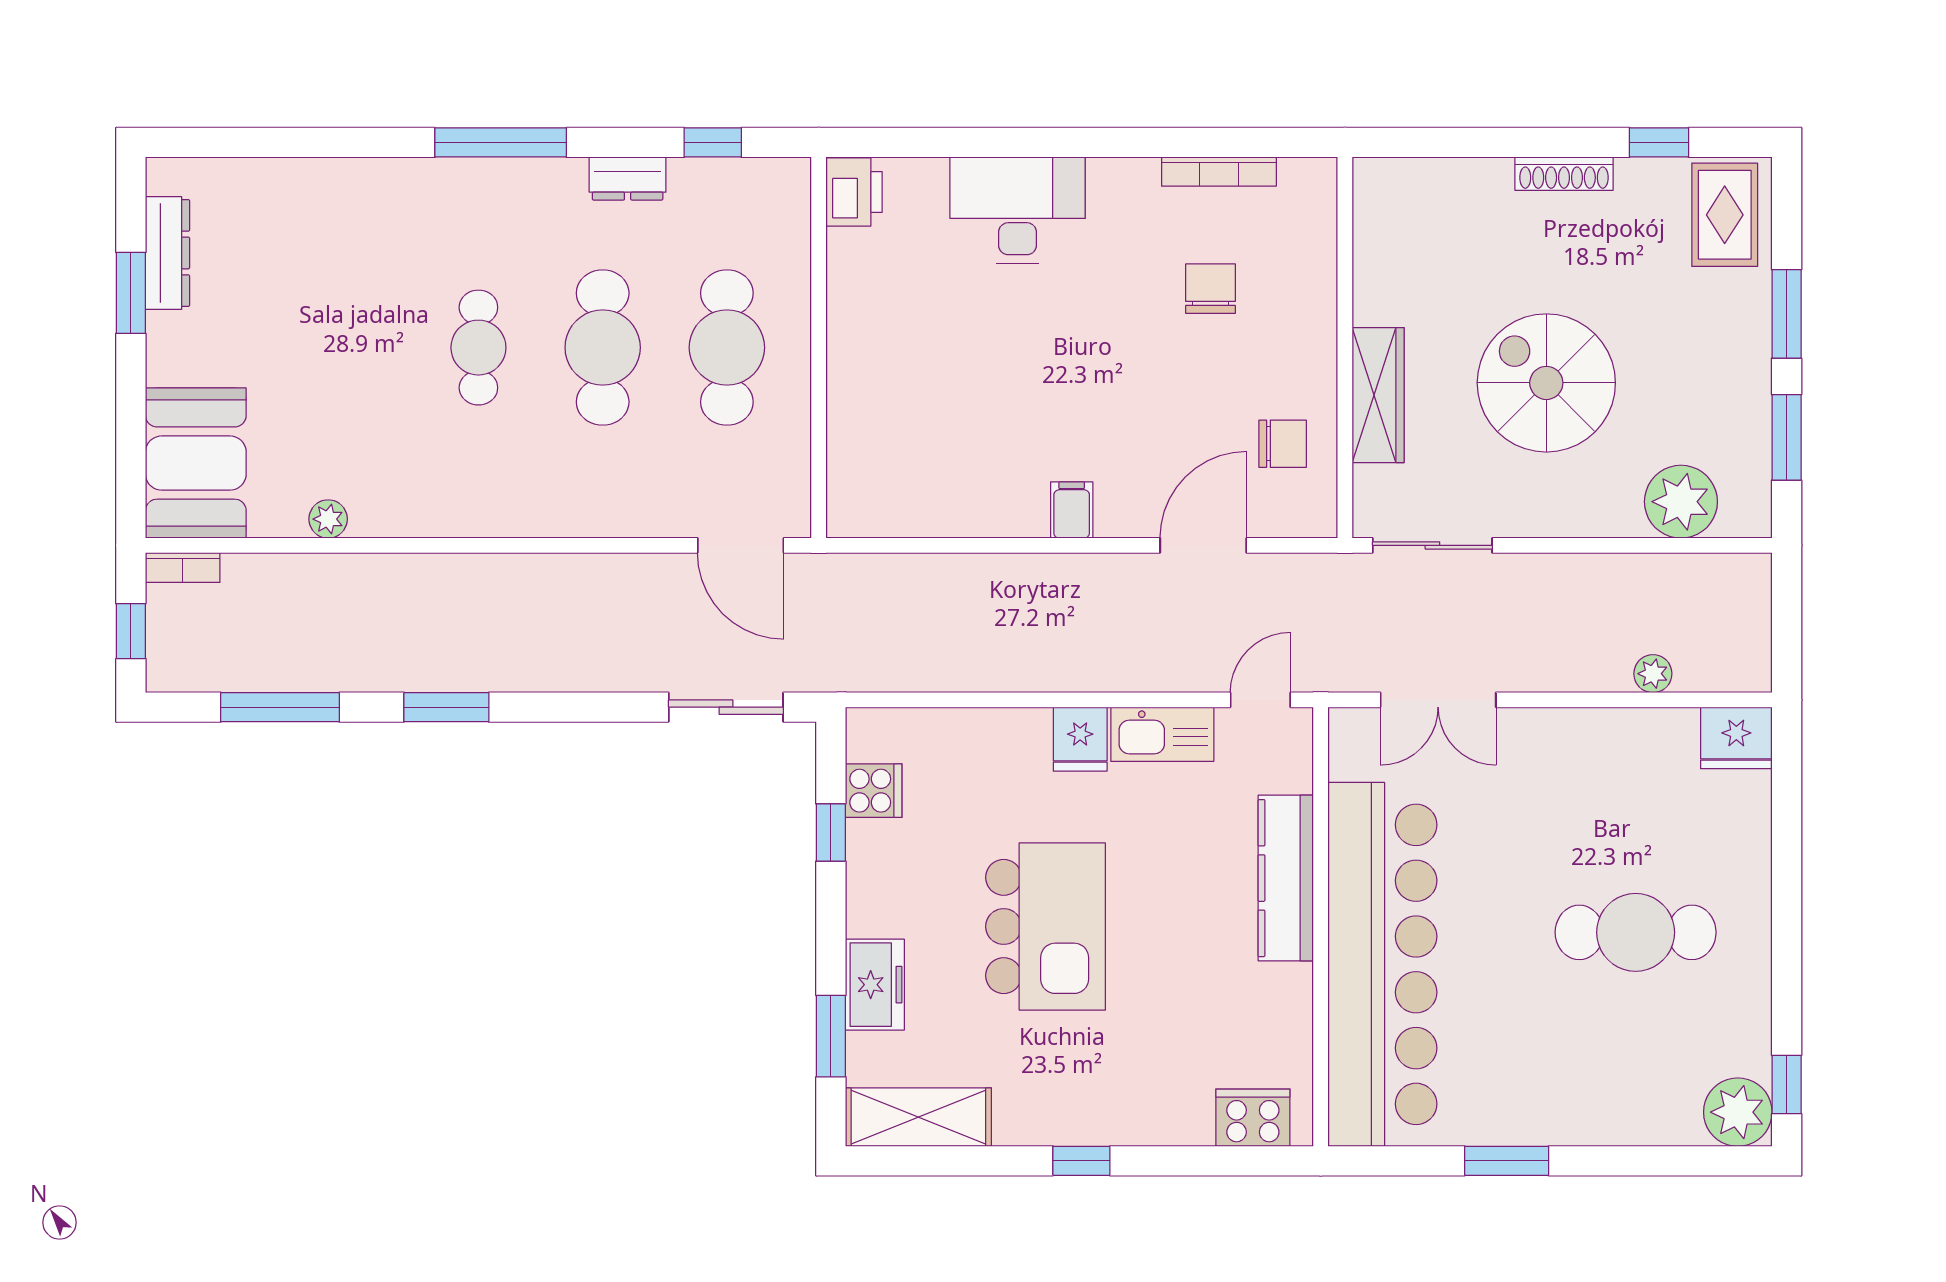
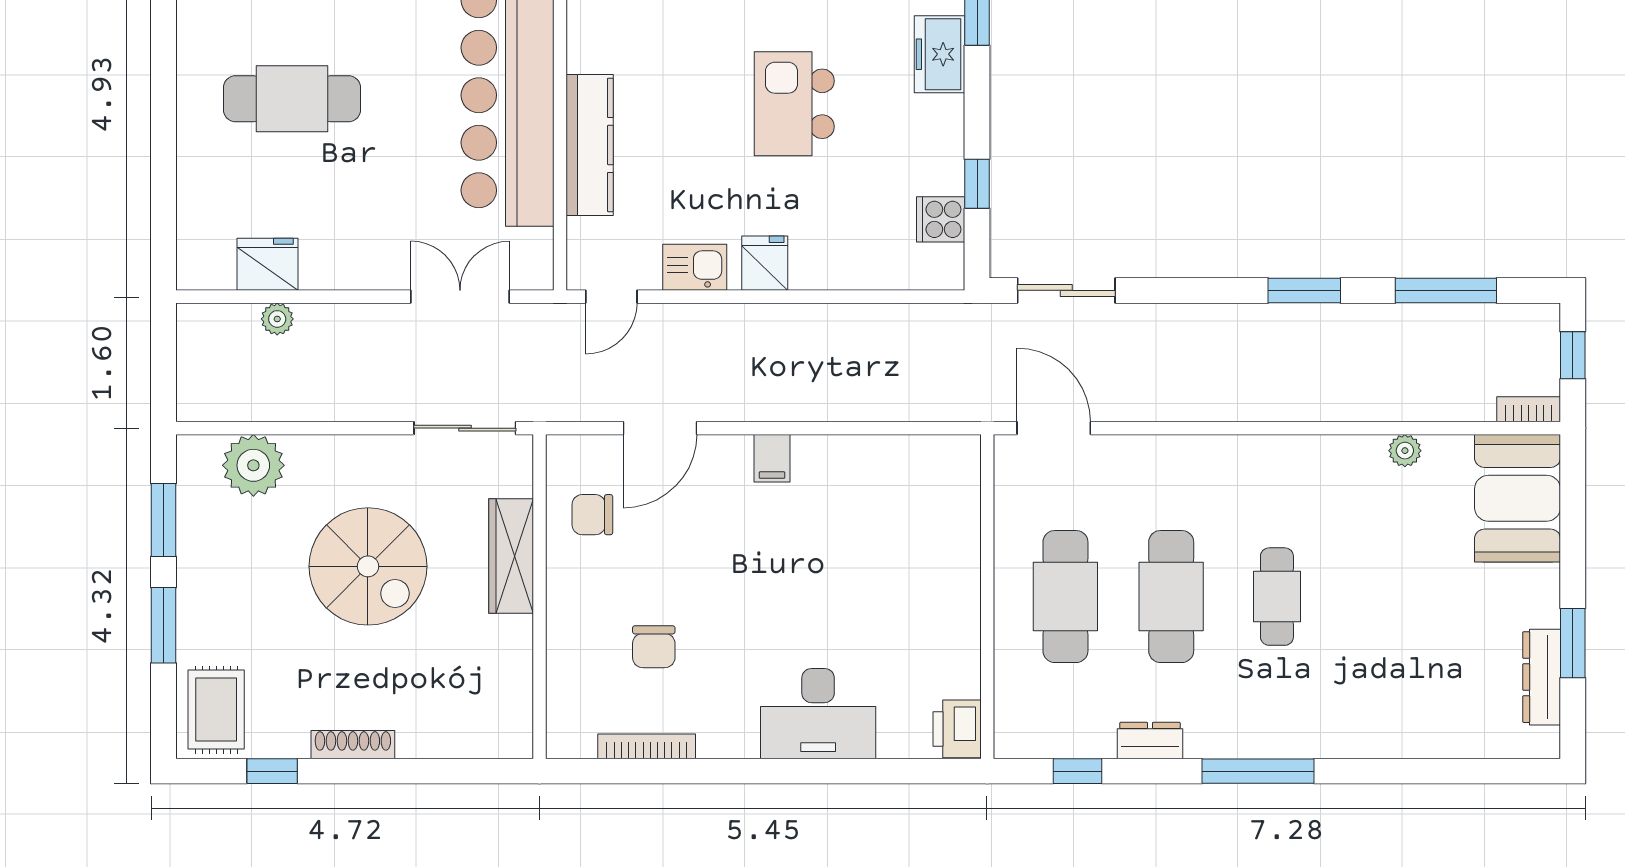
kitchen sink: (1162, 734) -> (695, 267), width x0.73
fridge: (1736, 738) -> (268, 264), moved
kitchen island: (1046, 927) -> (794, 104), width x0.73, depth x0.78

